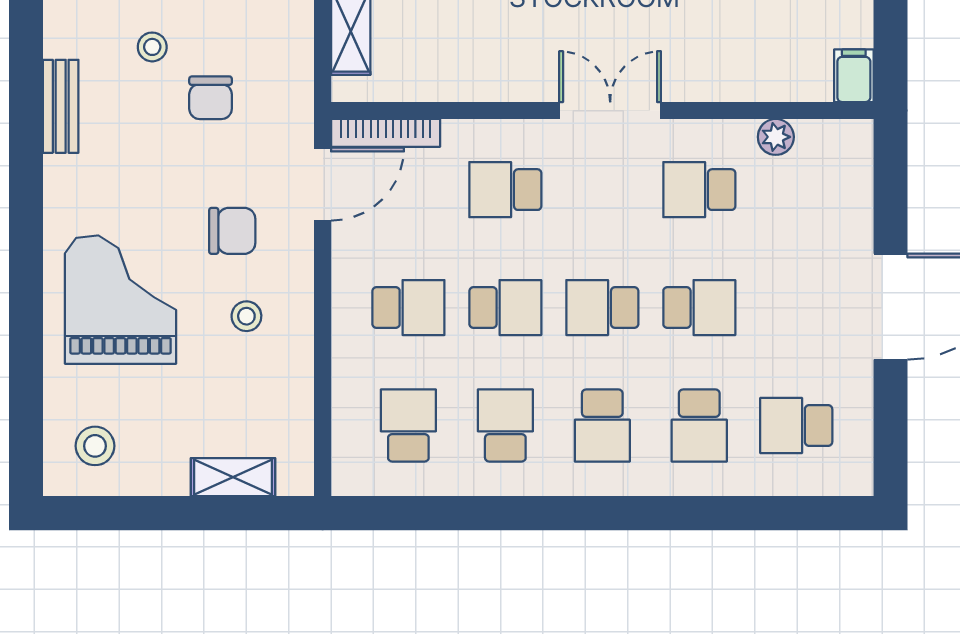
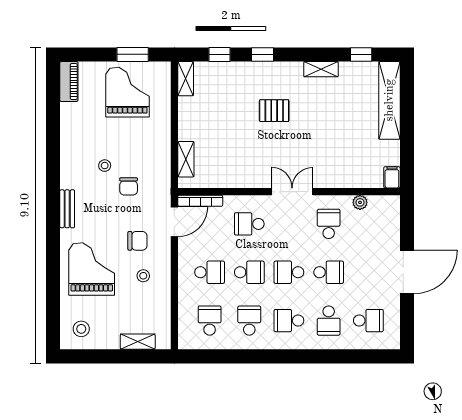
bench: (61, 106) -> (67, 209), moved
school desk: (699, 190) -> (329, 224), turned 90
school desk: (602, 426) -> (289, 321), turned 90
school desk: (796, 426) -> (368, 321), turned 180

